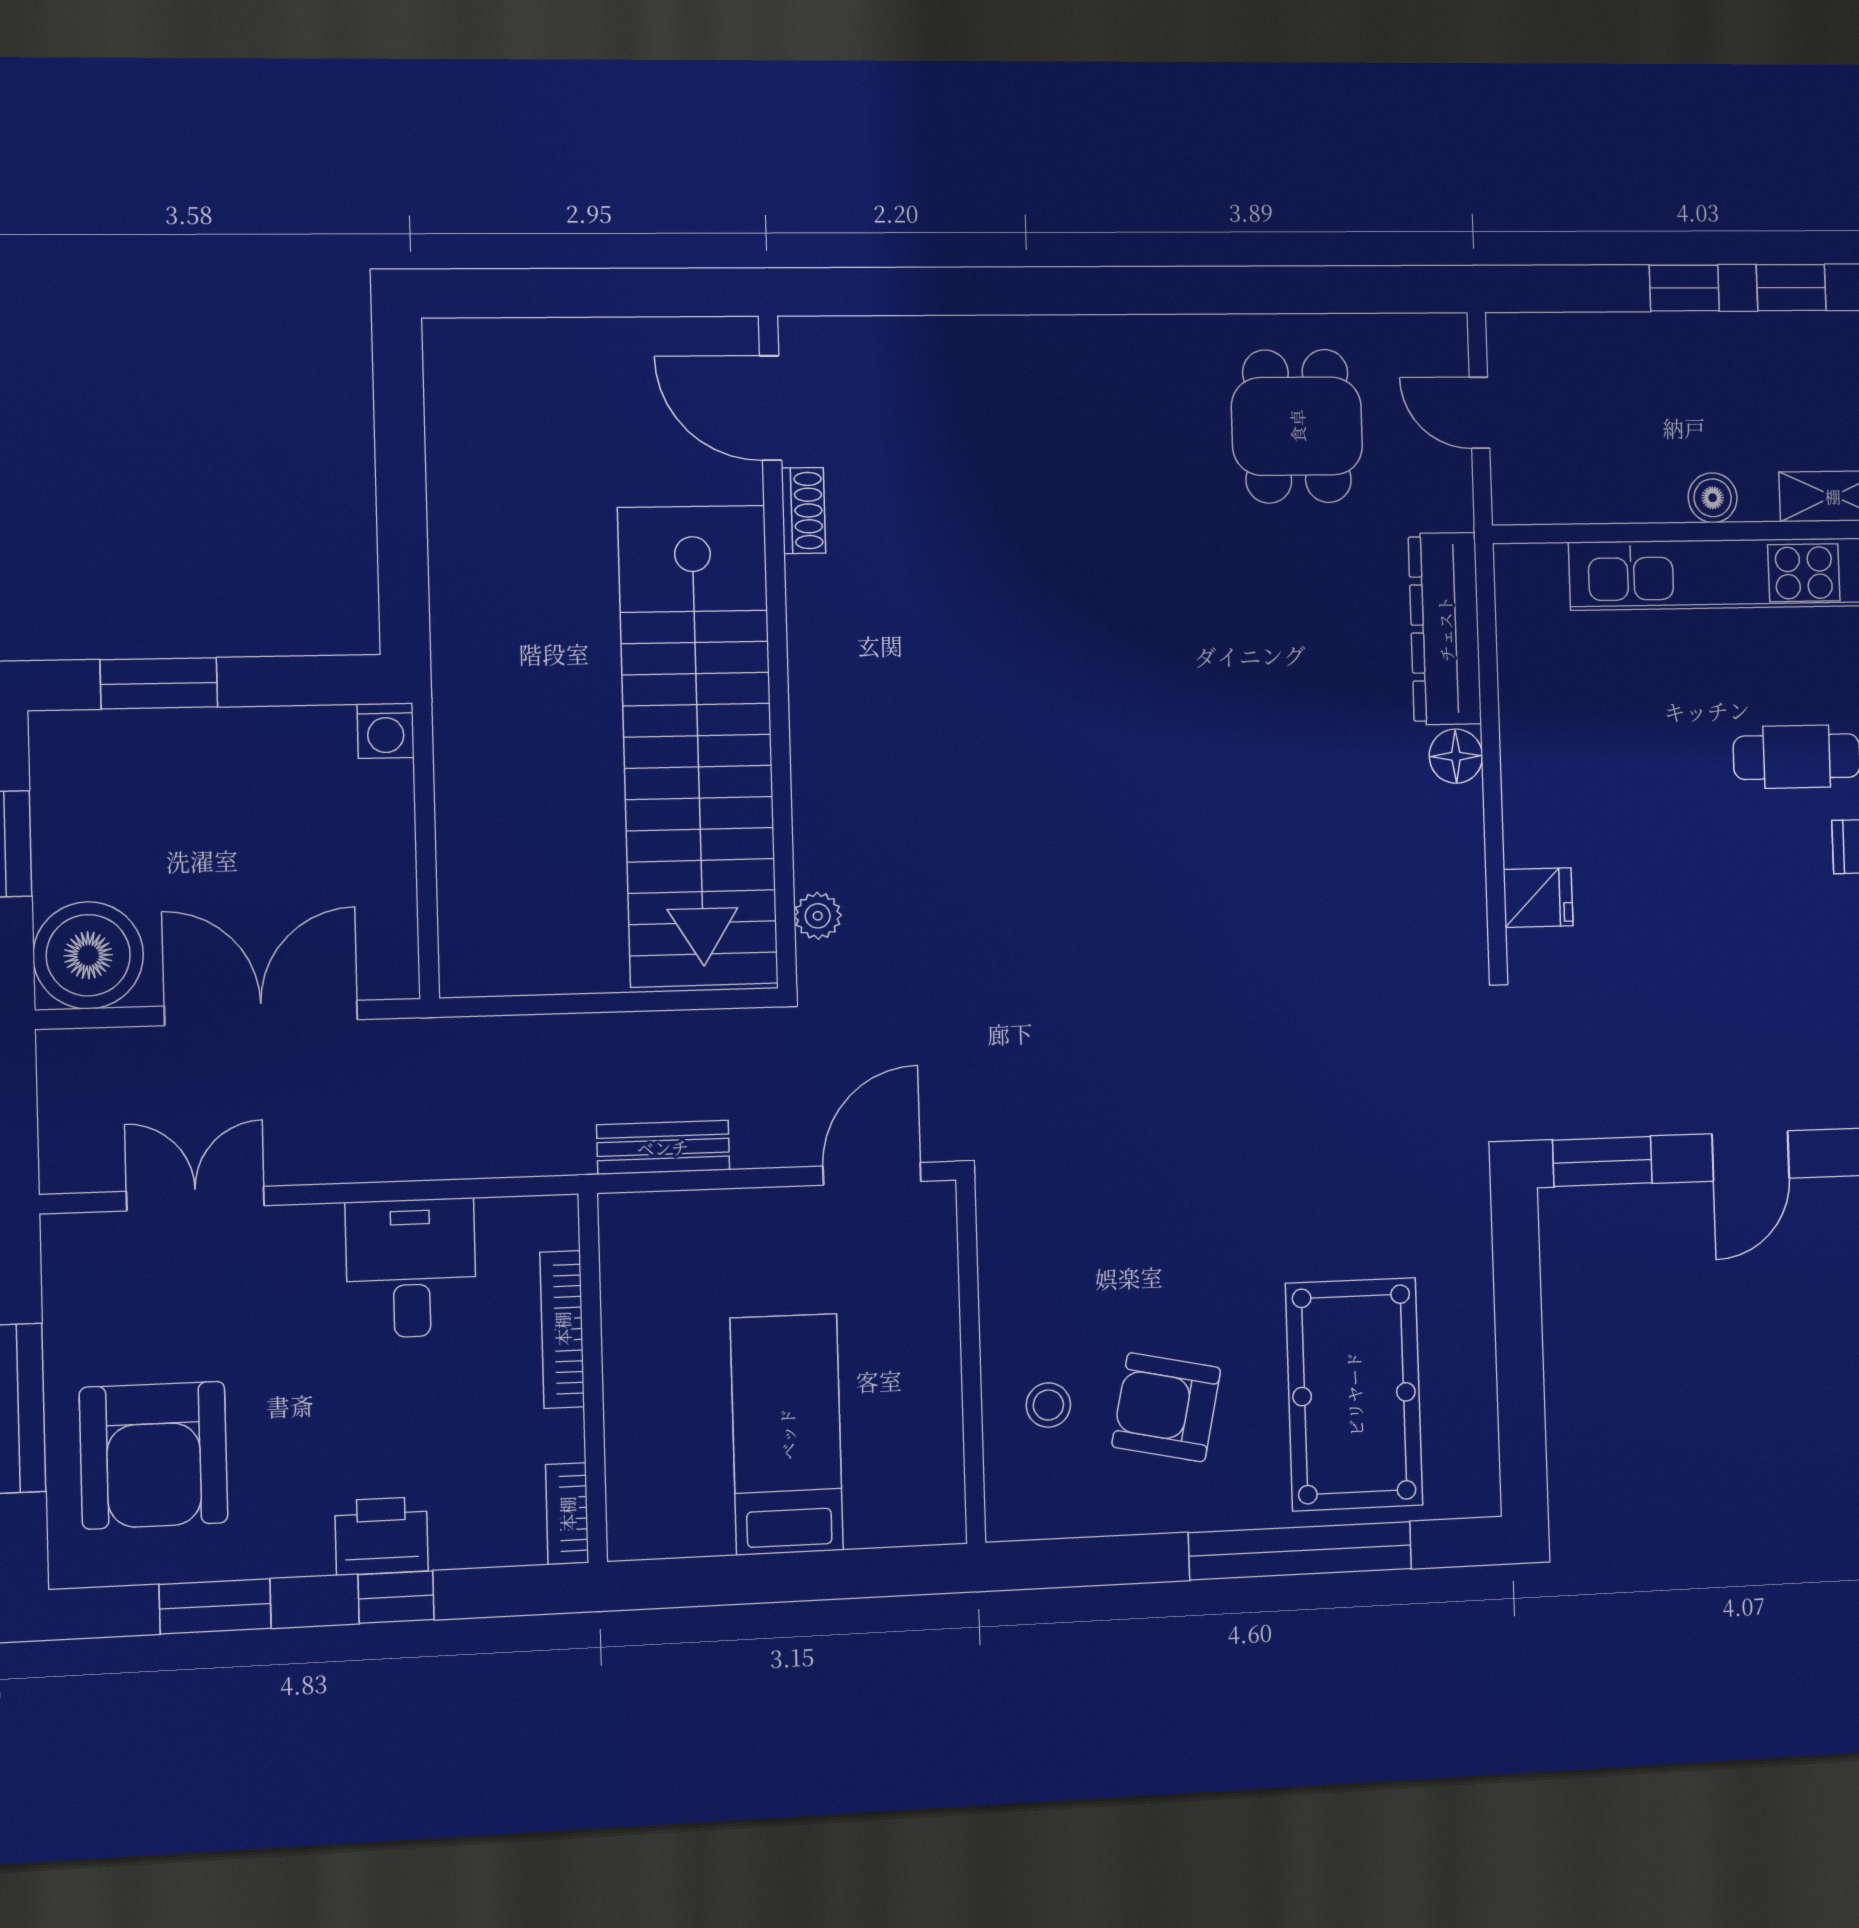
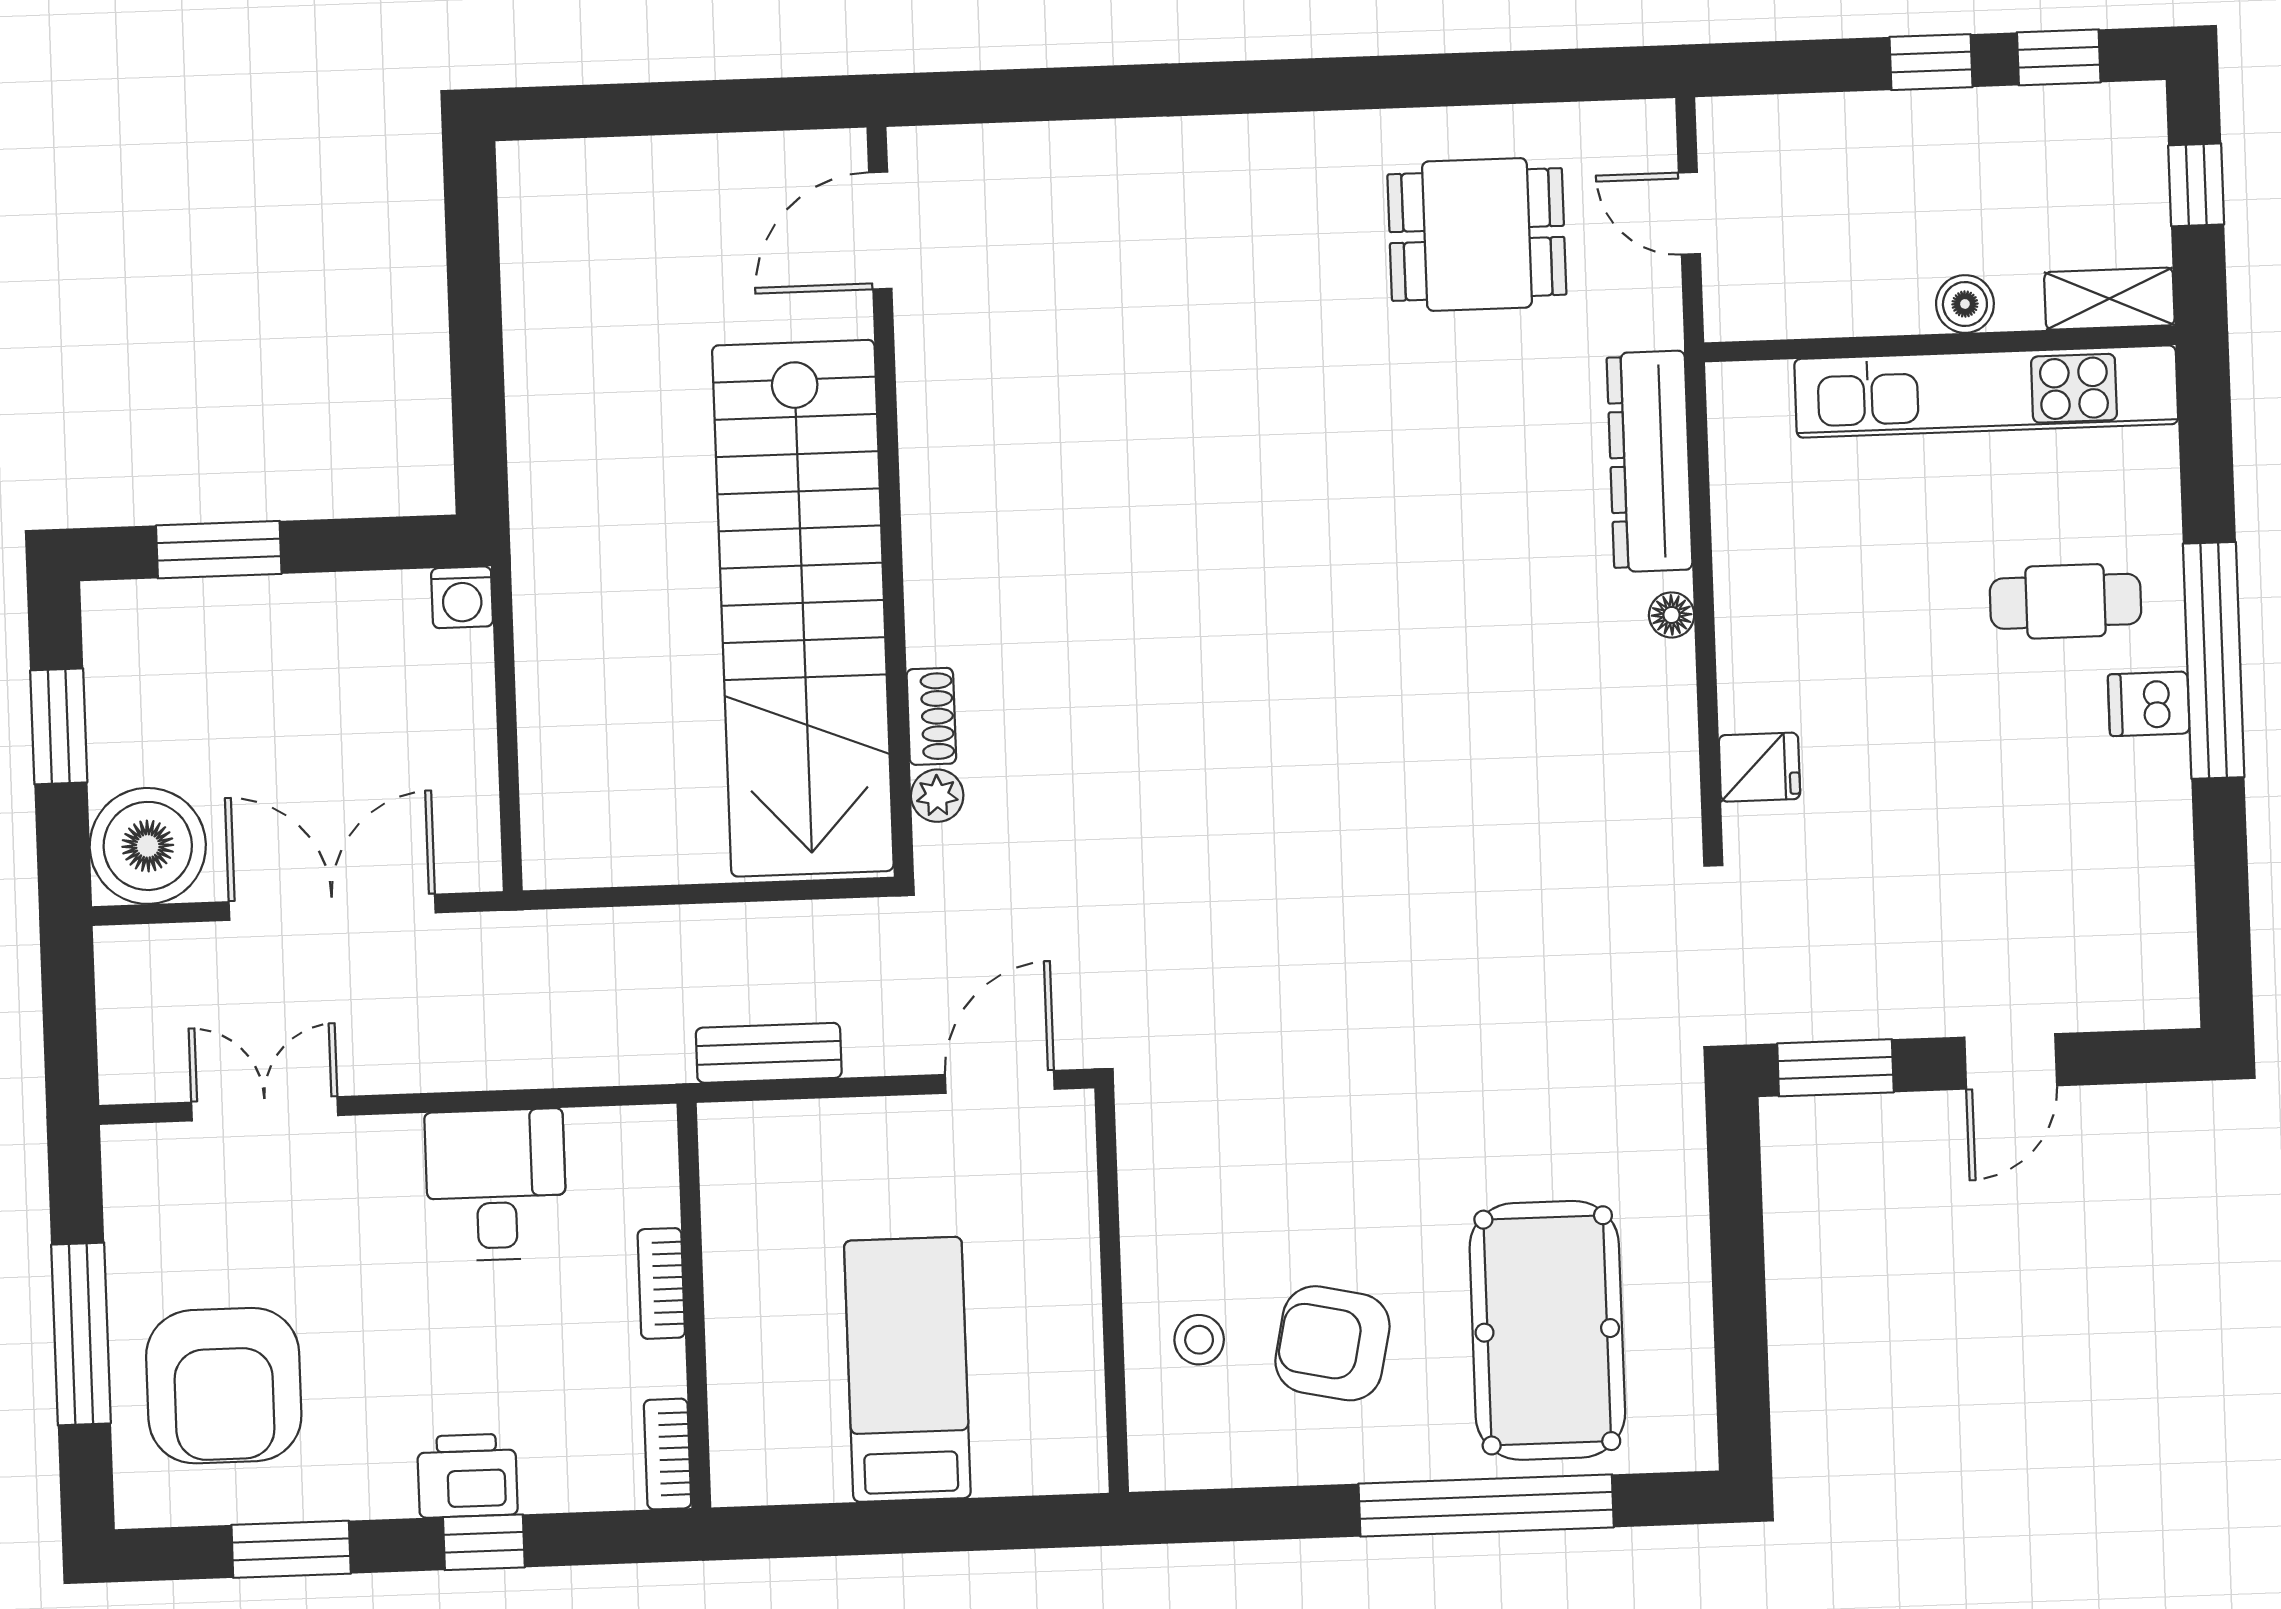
door: (771, 408) -> (880, 230), hinge flipped
dining table: (1297, 426) -> (1477, 235), turned 90
shoe rack: (803, 511) -> (931, 716), moved
floor lamp: (1456, 756) -> (1672, 615), width x0.73, depth x0.73
bookcase: (562, 1329) -> (661, 1283), width x0.64

